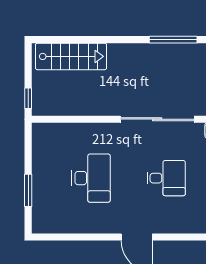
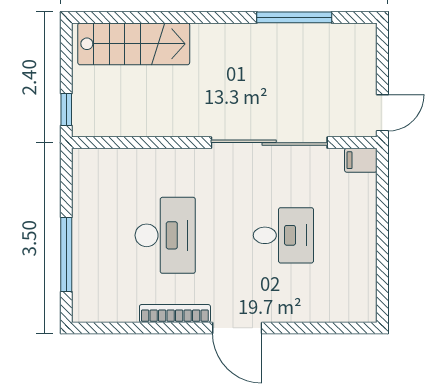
window: (28, 190) -> (66, 255), width x1.44
bookcase: (97, 228) -> (175, 313), added

